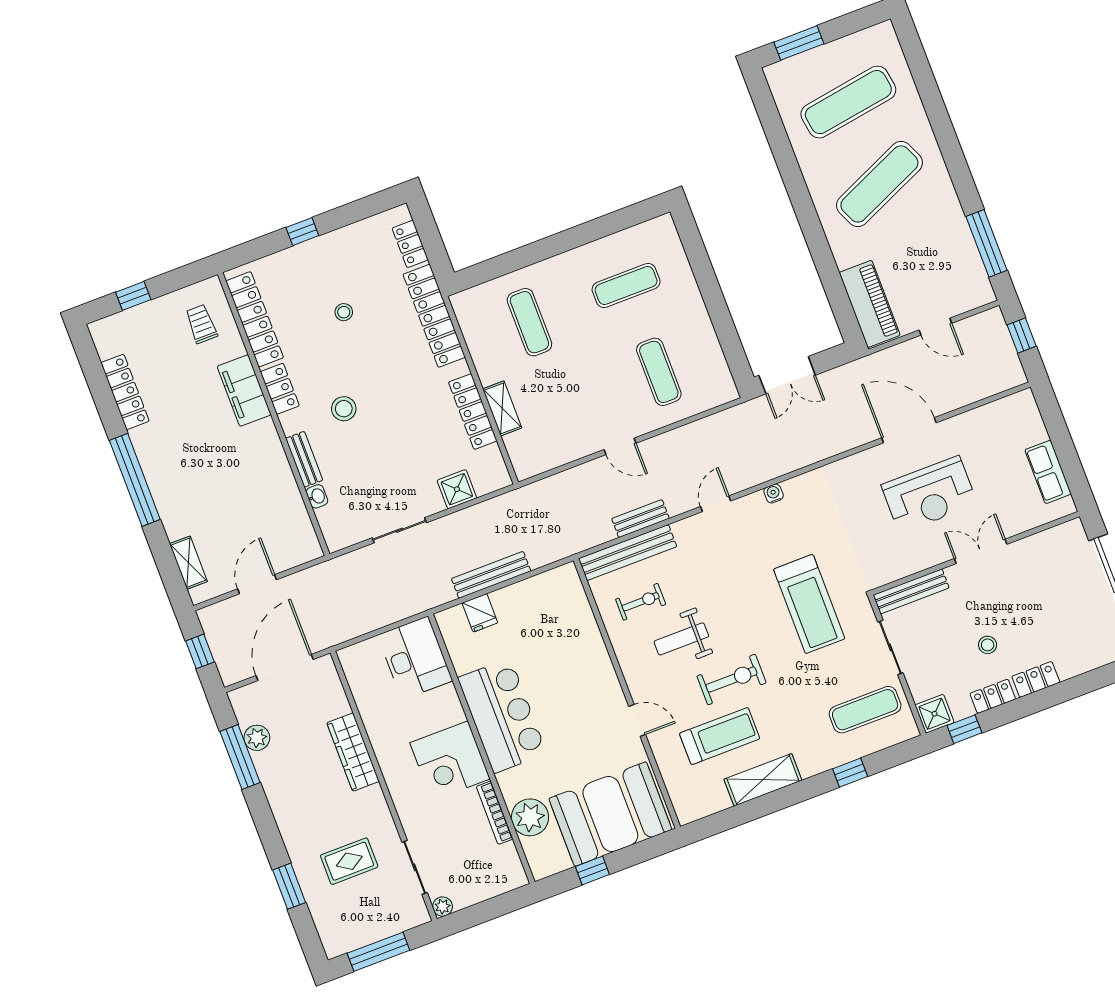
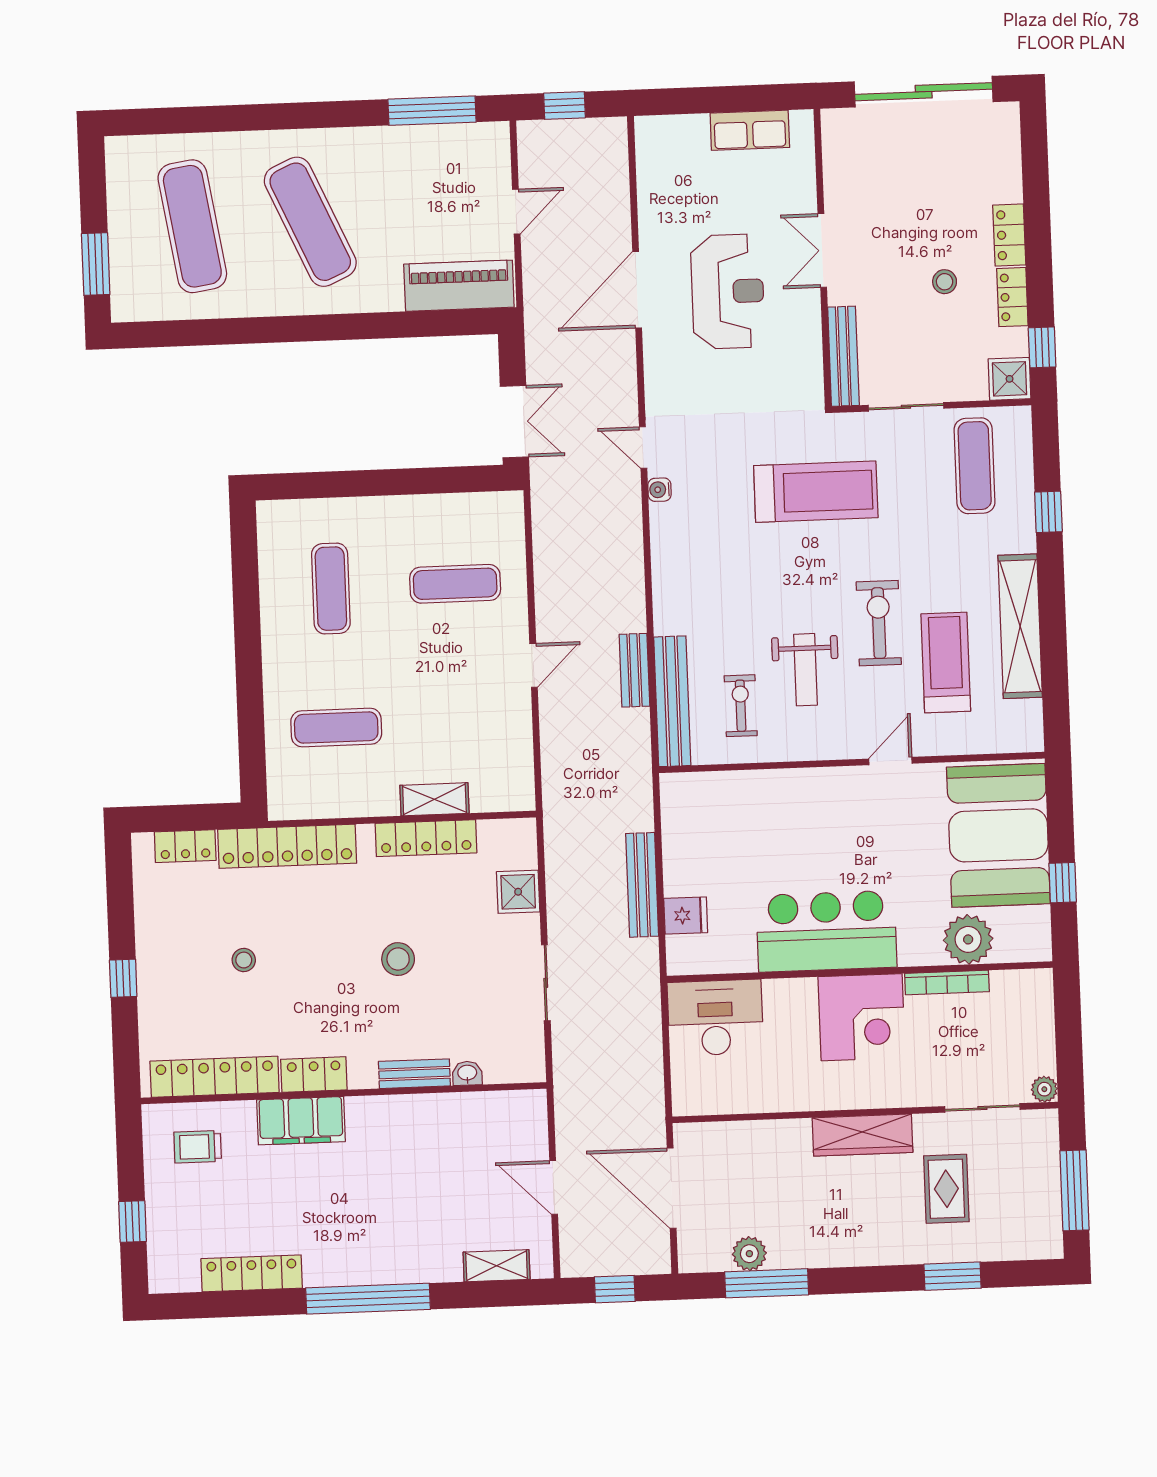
stool: (344, 409) -> (398, 959), moved
door: (716, 504) -> (643, 447), moved
wardrobe: (353, 752) -> (862, 1135), moved
shelving: (763, 780) -> (1020, 626), width x1.47

